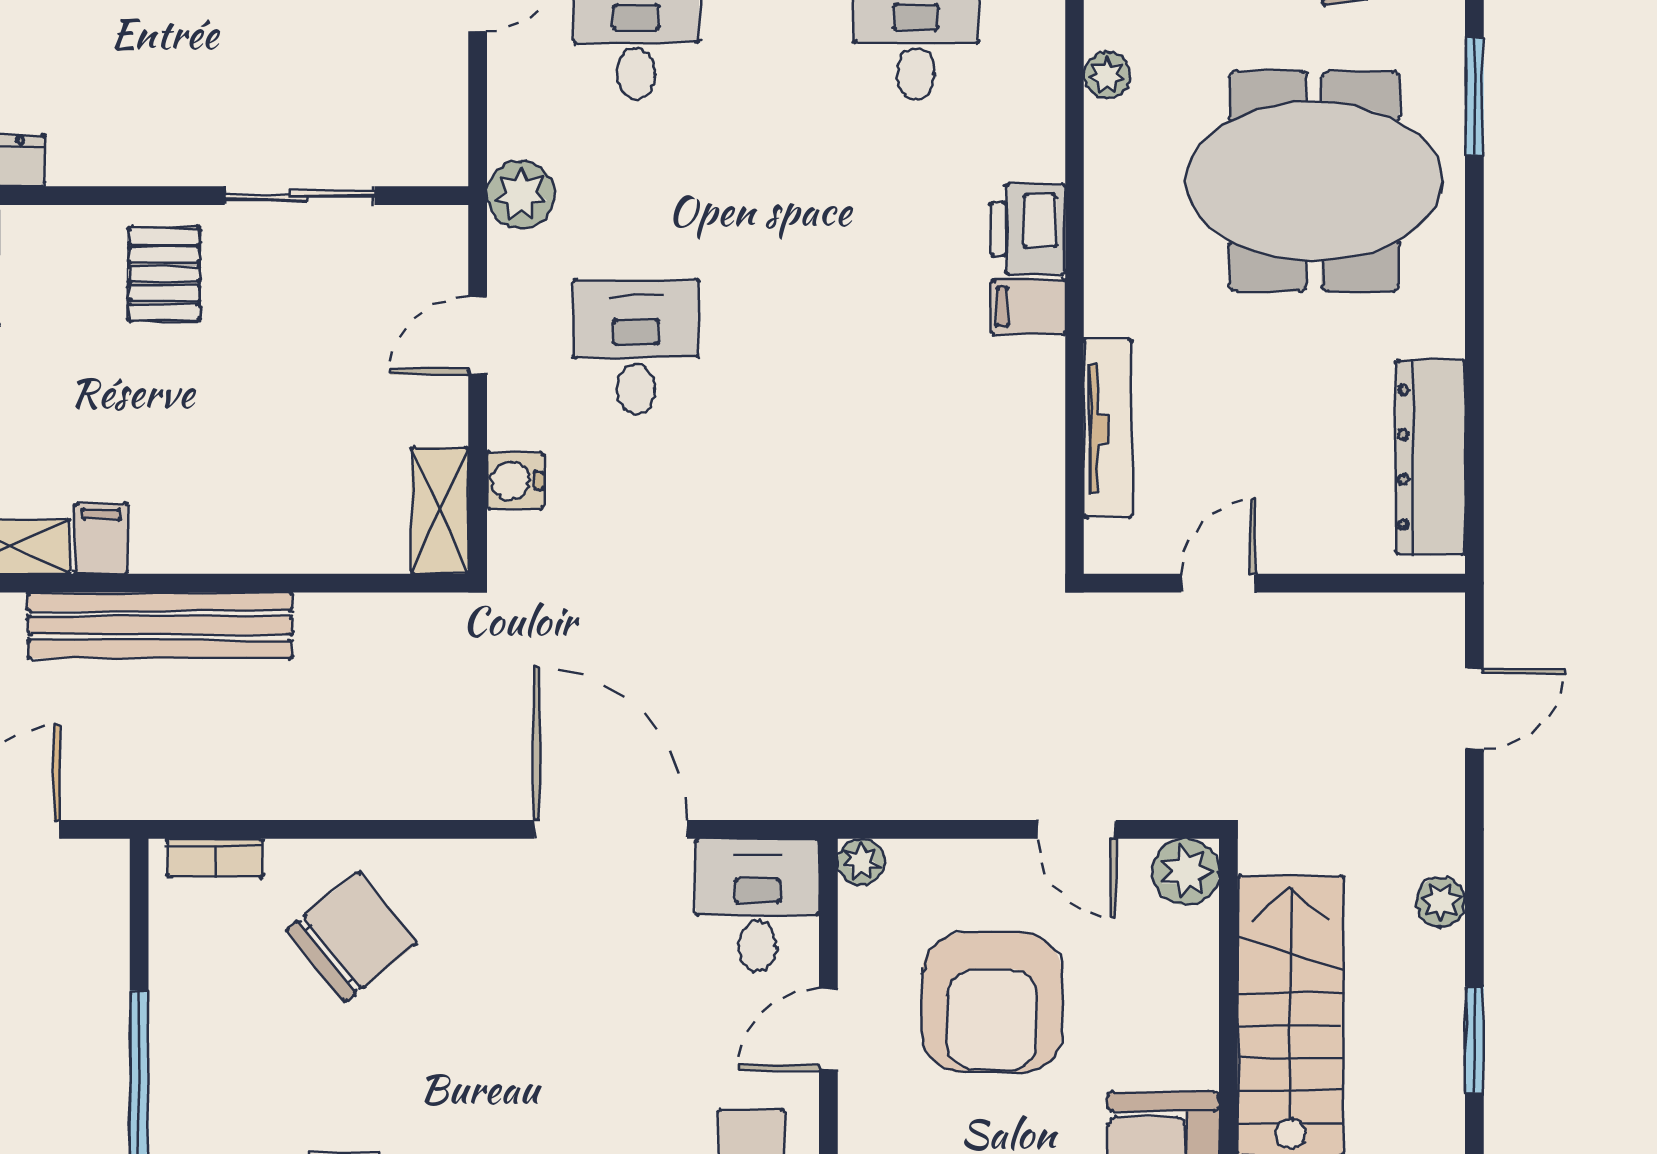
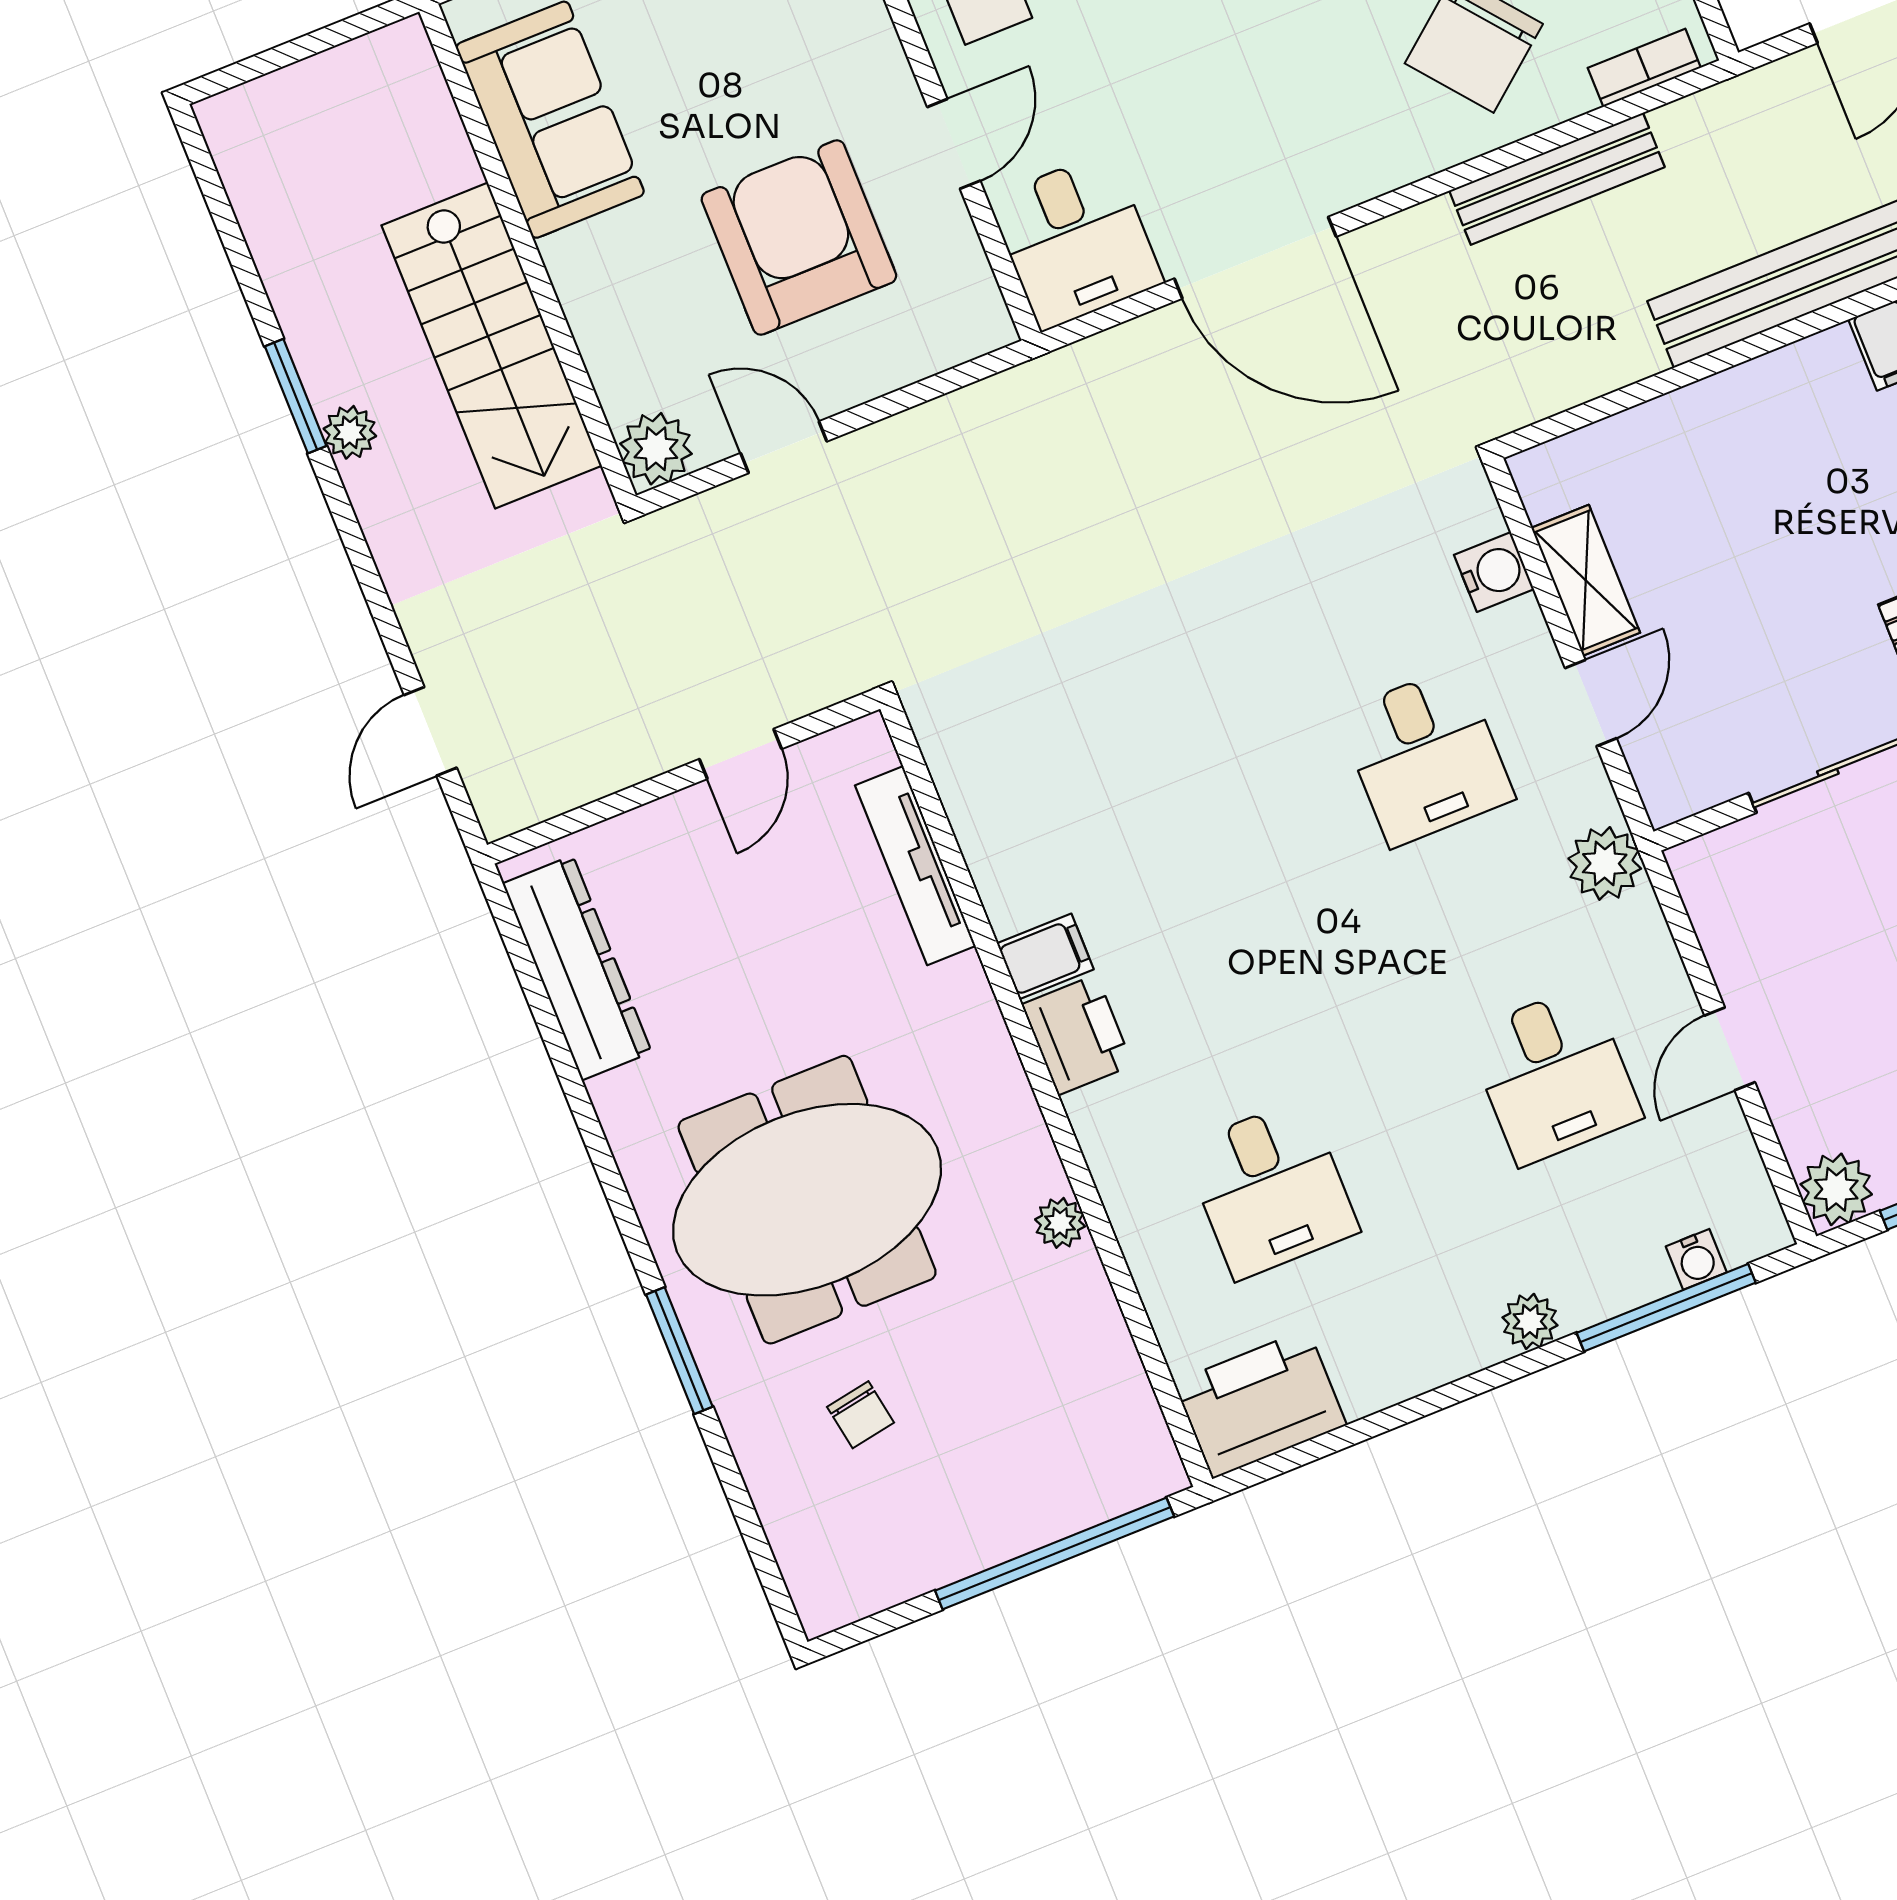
shelving: (440, 511) -> (1586, 580), moved
bench: (327, 793) -> (1557, 179), added
plant: (861, 862) -> (989, 327), removed
plant: (1441, 902) -> (350, 432), moved

